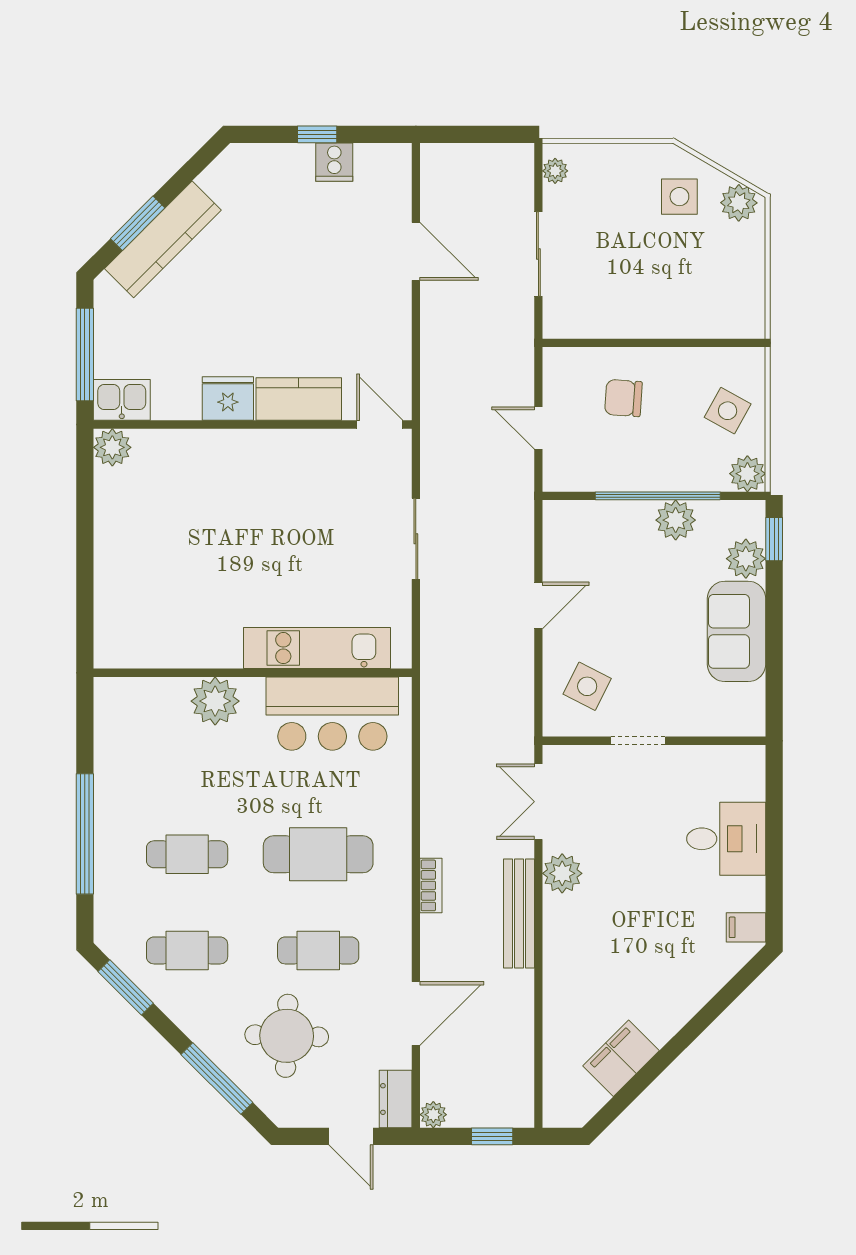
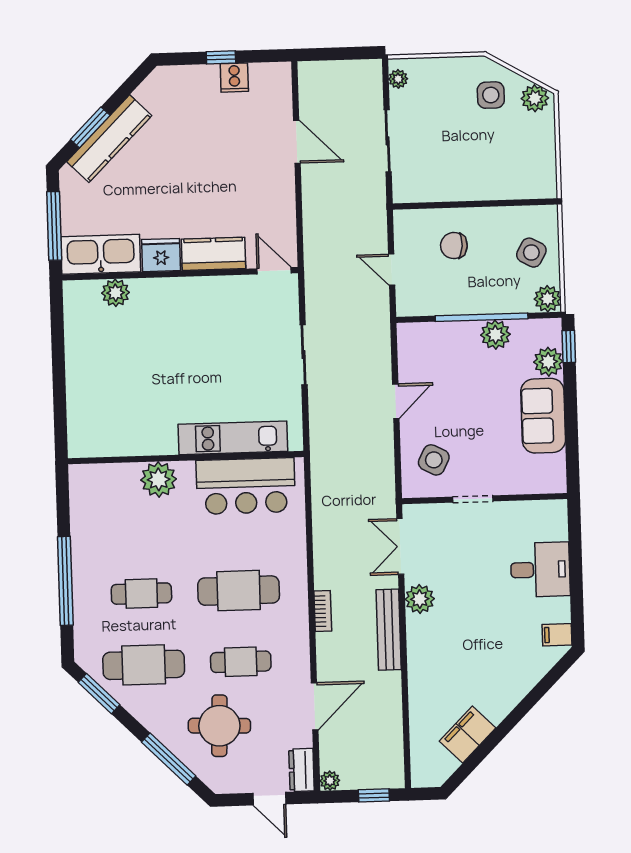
kitchen sink: (122, 400) -> (101, 254), width x1.88, depth x1.24
plant: (112, 447) -> (116, 293), moved
cafe table: (187, 950) -> (144, 665), width x1.37, depth x1.35

